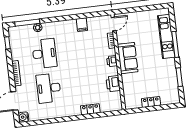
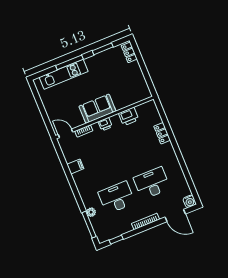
desk: (49, 88) -> (152, 183), turned 180
locker: (151, 102) -> (129, 52), moved

